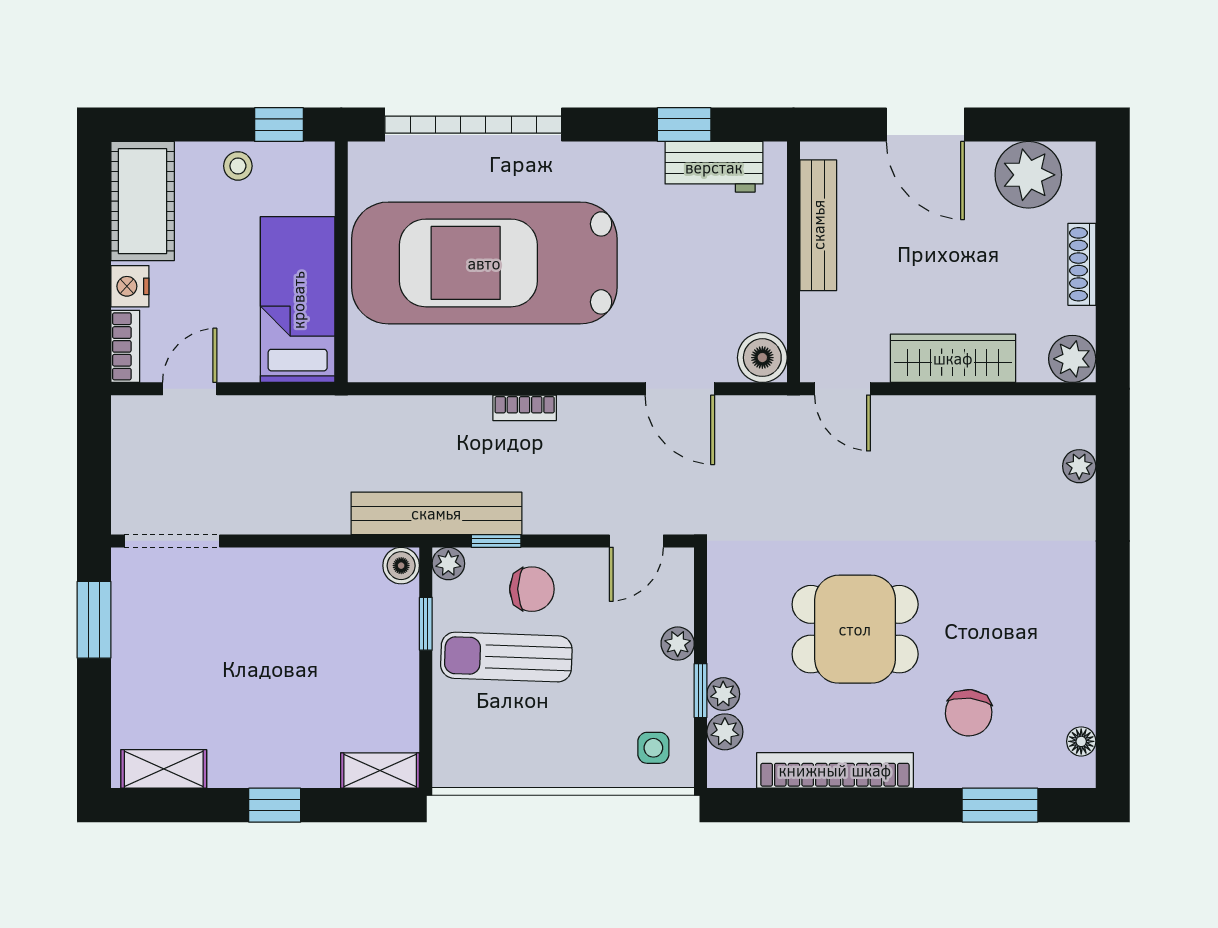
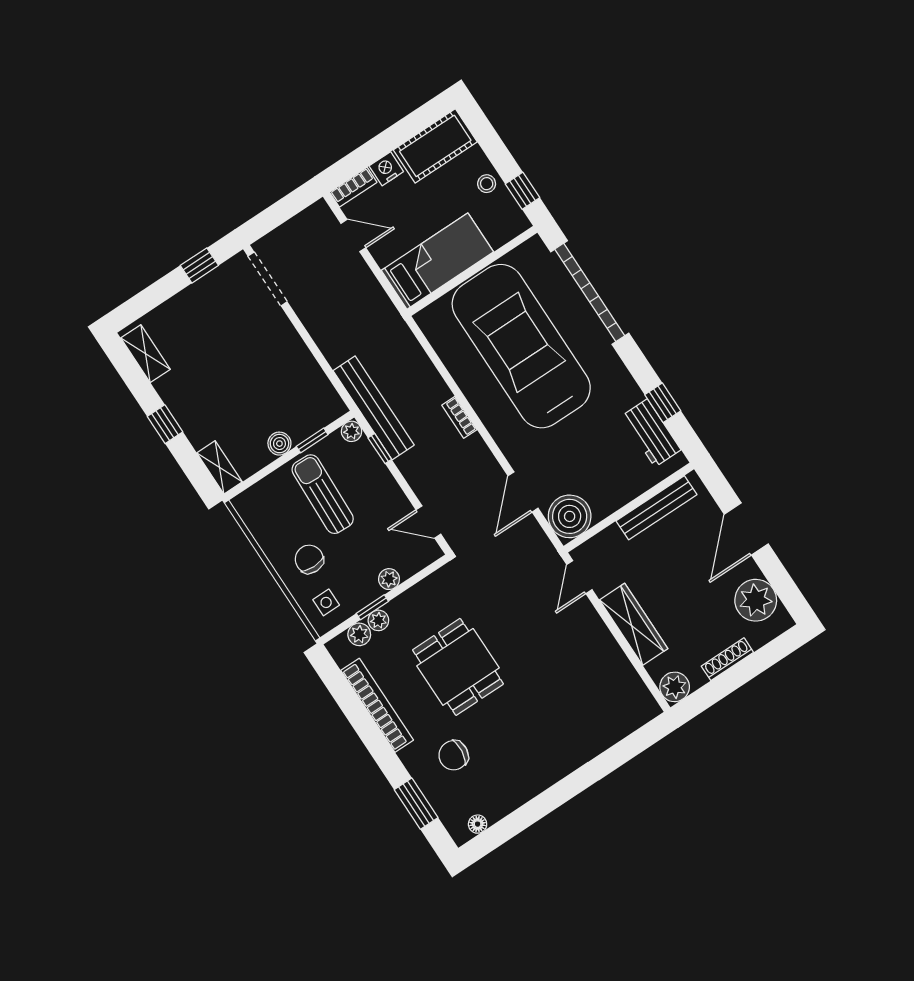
boiler: (762, 358) -> (570, 516), width x1.37, depth x1.37
plant: (1079, 466) -> (621, 728), removed
boiler: (401, 566) -> (279, 444), moved
chair: (532, 589) -> (309, 559), moved, turned 180
window: (94, 620) -> (199, 265), width x0.67

